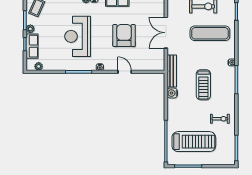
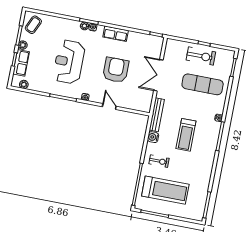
exercise bike: (220, 119) -> (159, 161), moved

